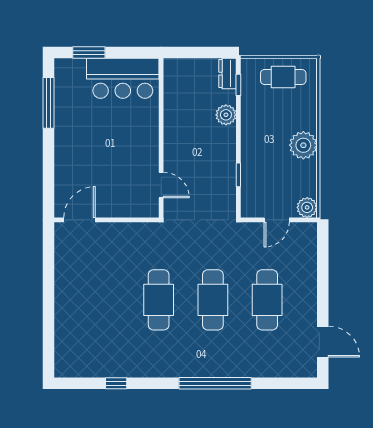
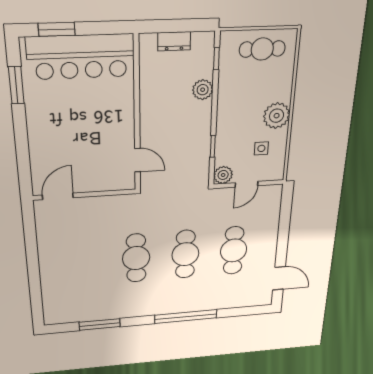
dresser: (228, 74) -> (174, 41), moved, turned -90
bar counter: (123, 78) -> (81, 57), width x1.36
window: (49, 103) -> (16, 85), width x0.69
side table: (290, 180) -> (261, 148), added
plant: (307, 207) -> (223, 175), moved
window: (116, 383) -> (100, 324), width x2.17

